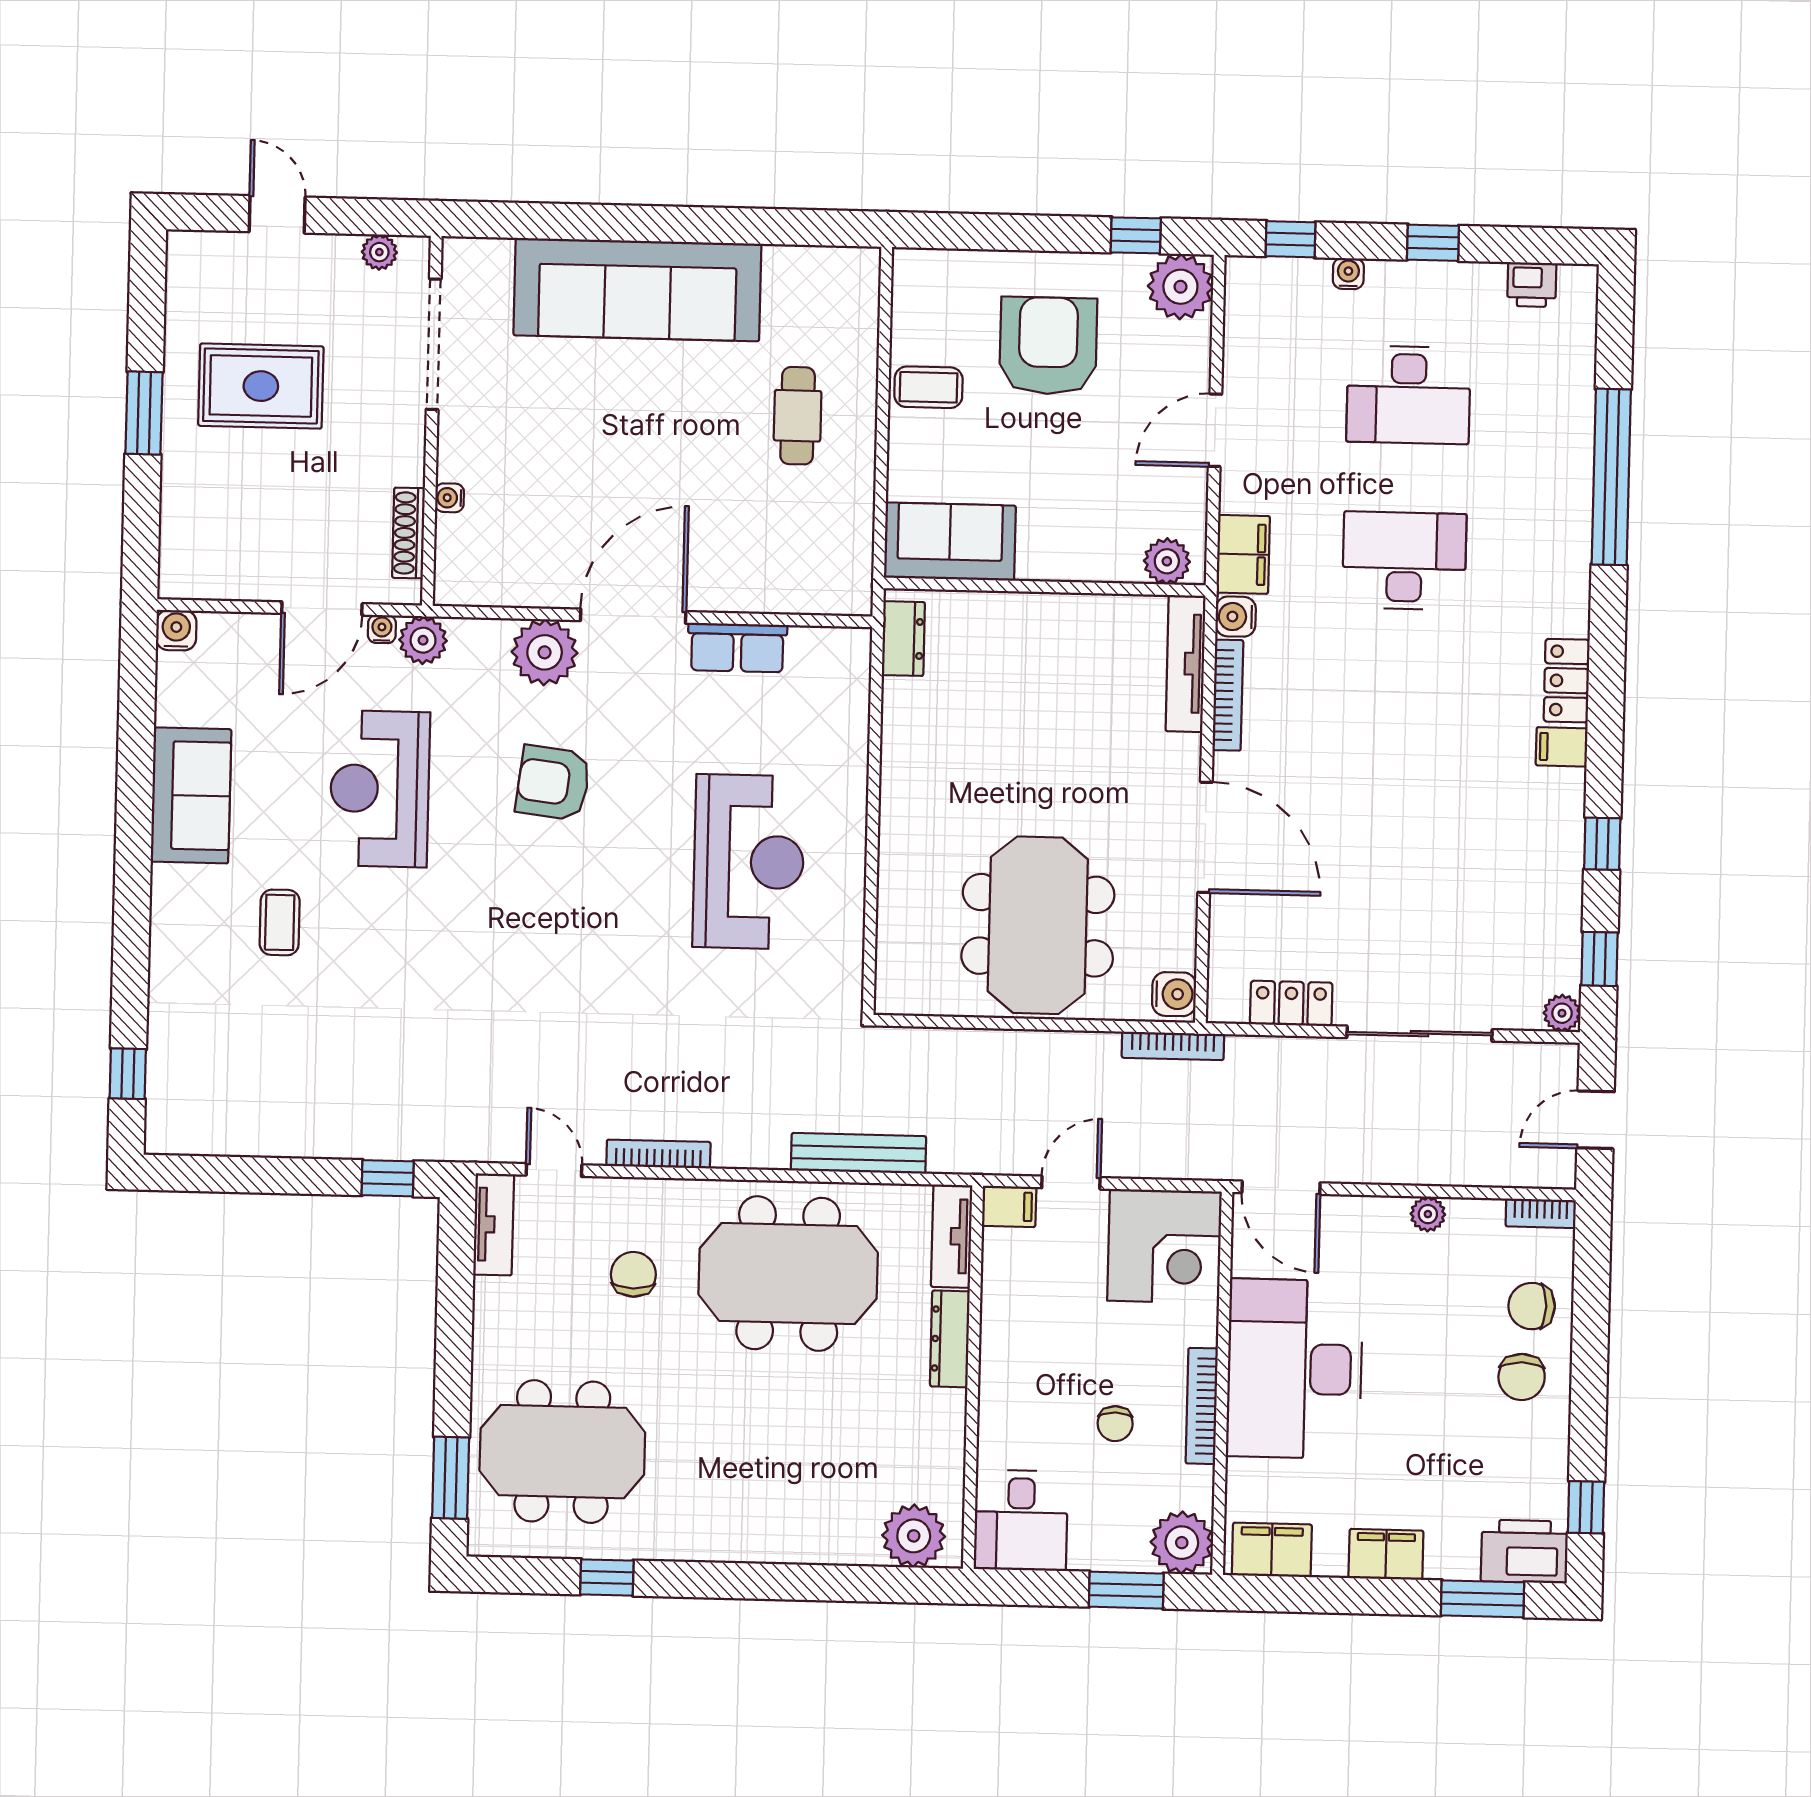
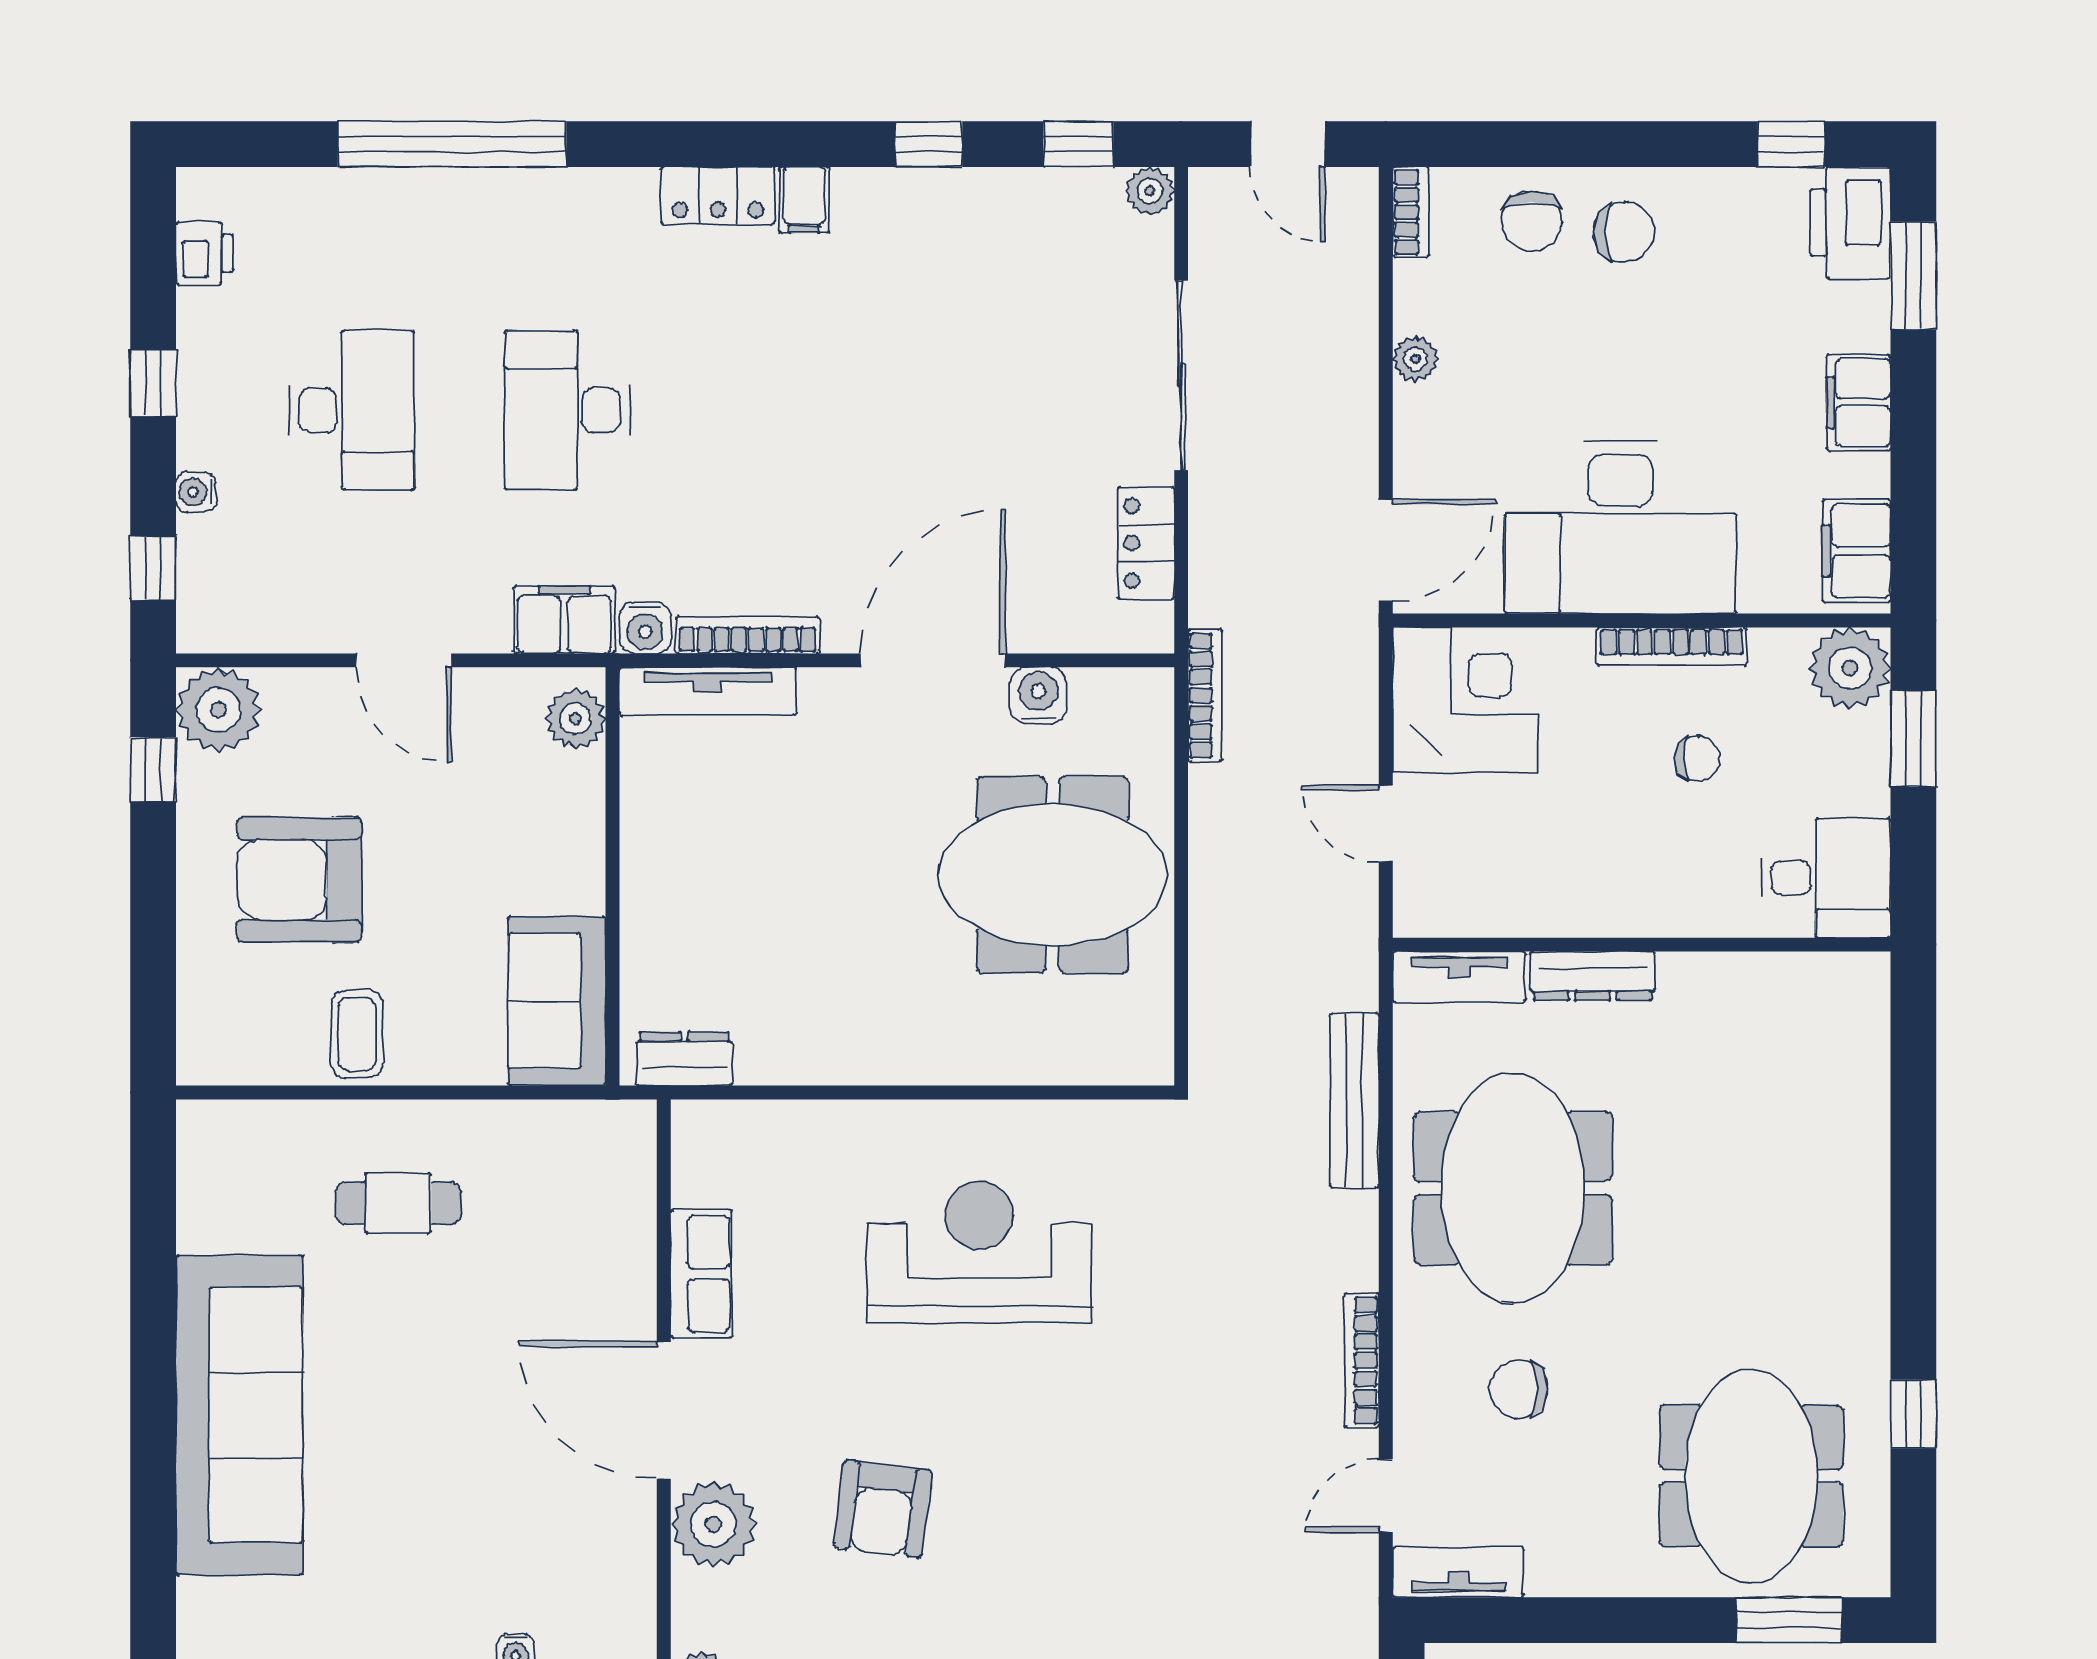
water cooler: (1174, 994) -> (1038, 696), moved
filing cabinet: (1009, 1206) -> (1419, 903), removed
plant: (914, 1536) -> (1850, 1017), removed

